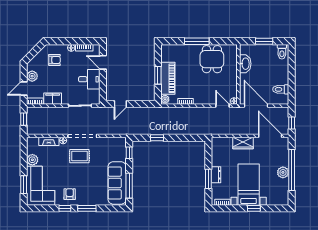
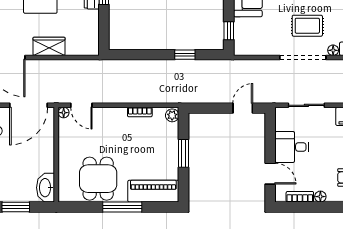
washbasin: (245, 64) -> (46, 188), moved
piano: (168, 78) -> (153, 191), moved, turned 90
door: (256, 106) -> (29, 105), hinge flipped

